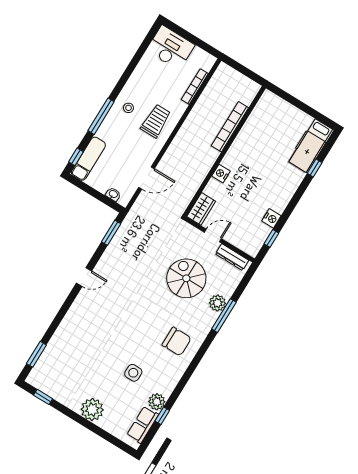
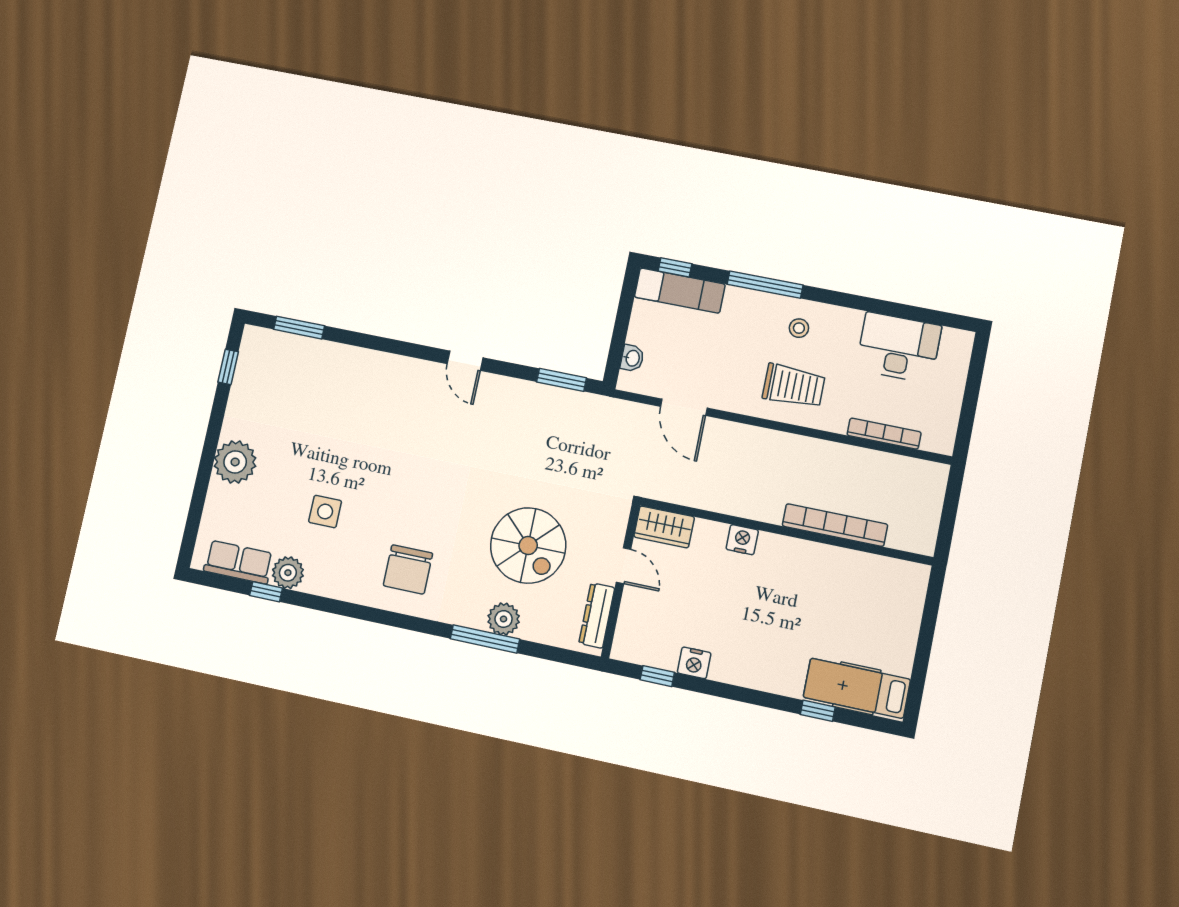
desk: (171, 48) -> (899, 347), moved, turned -90
spiral stairs: (186, 278) -> (528, 545), turned 90

